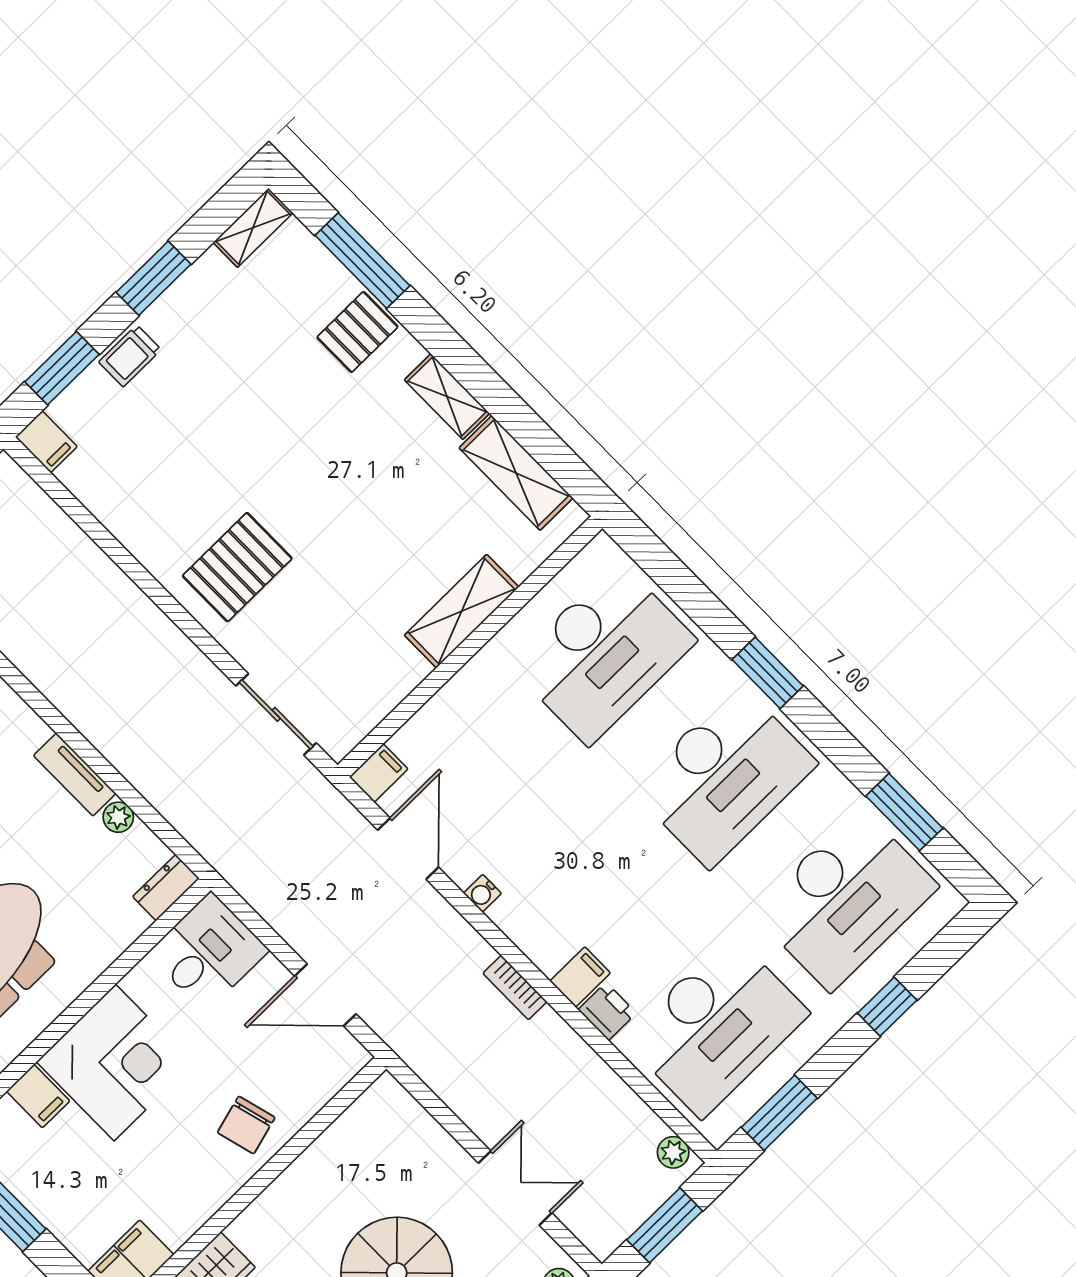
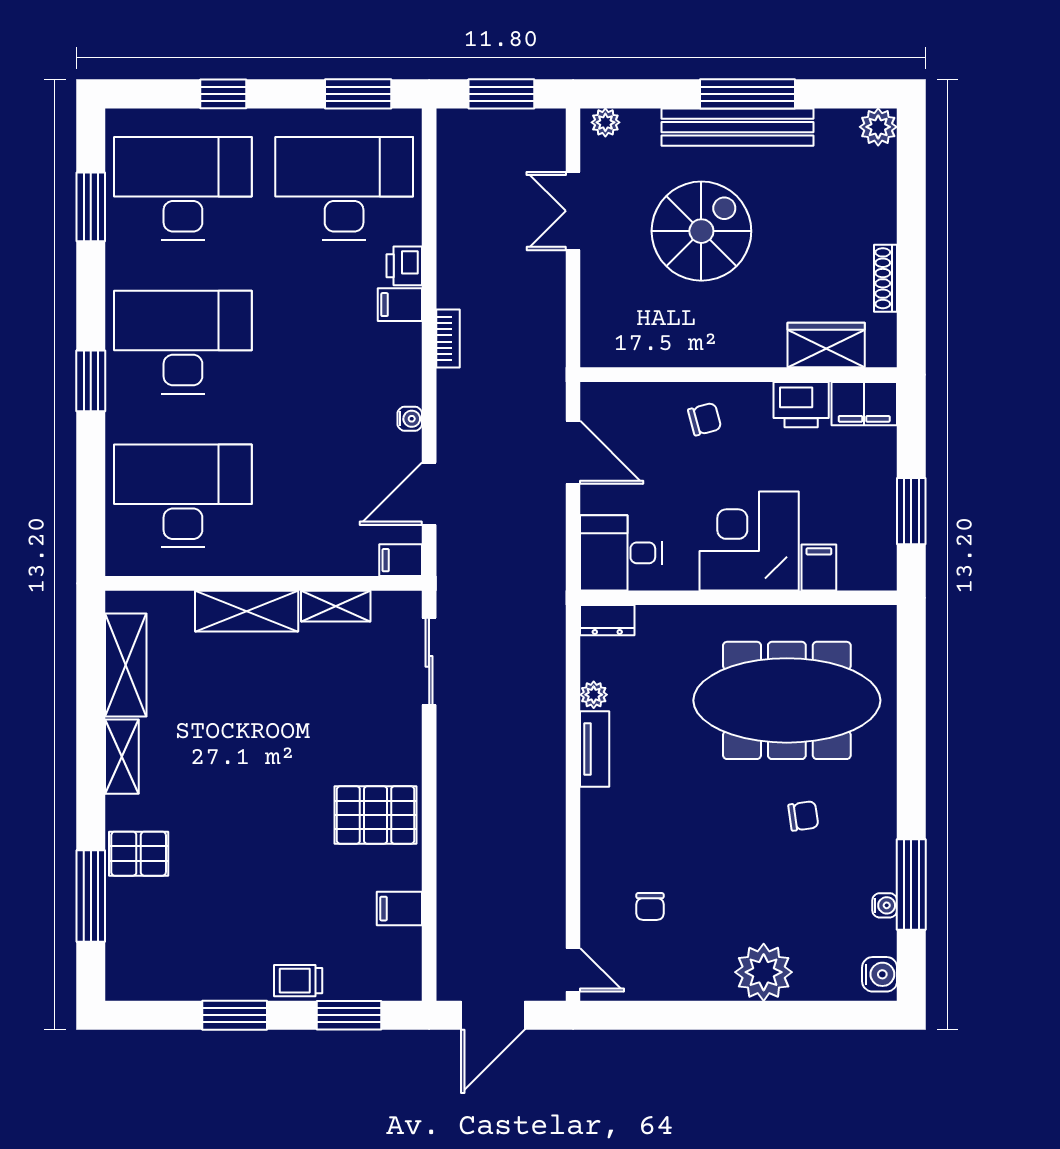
shelving: (253, 228) -> (336, 606), moved
trolley: (130, 356) -> (298, 981), turned 180
filing cabinet: (46, 442) -> (399, 909), moved, turned -90
pallet: (237, 567) -> (376, 815), moved
chair: (246, 1125) -> (705, 419), width x0.73, depth x0.73
plant: (673, 1152) -> (450, 135), removed
printer: (180, 1213) -> (801, 405), added

